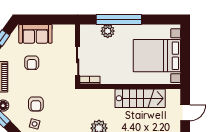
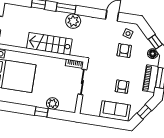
window: (119, 19) -> (41, 112), width x0.32
stairs: (140, 98) -> (49, 44), moved

